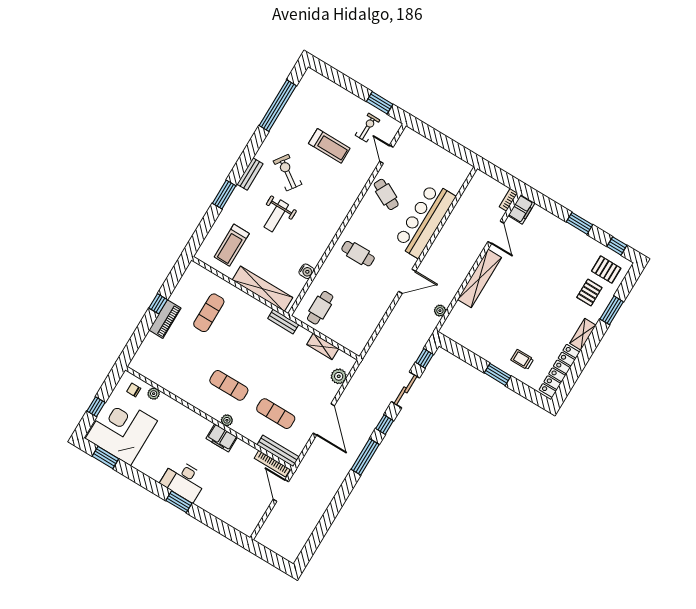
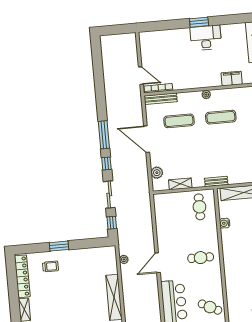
filing cabinet: (222, 438) -> (232, 79), moved

